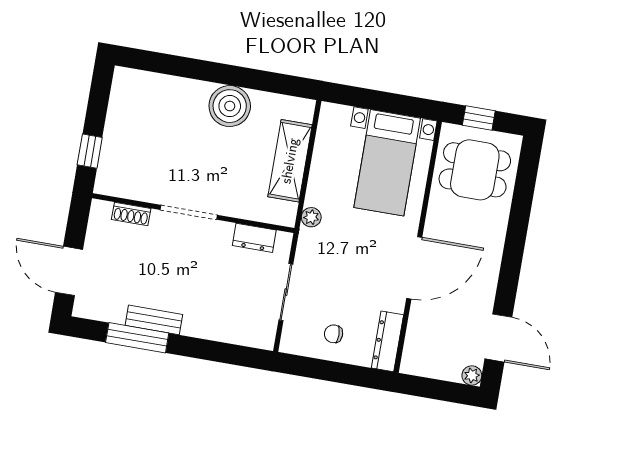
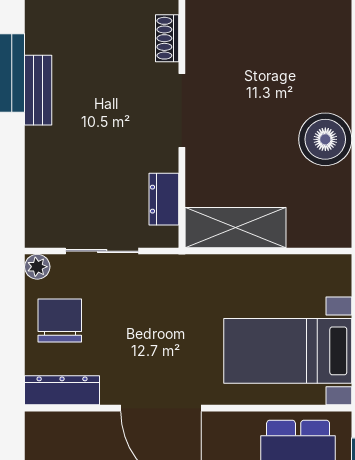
shelving: (290, 161) -> (235, 228), moved
plant: (311, 217) -> (37, 267), moved
chair: (334, 334) -> (60, 320), width x1.87, depth x1.87

